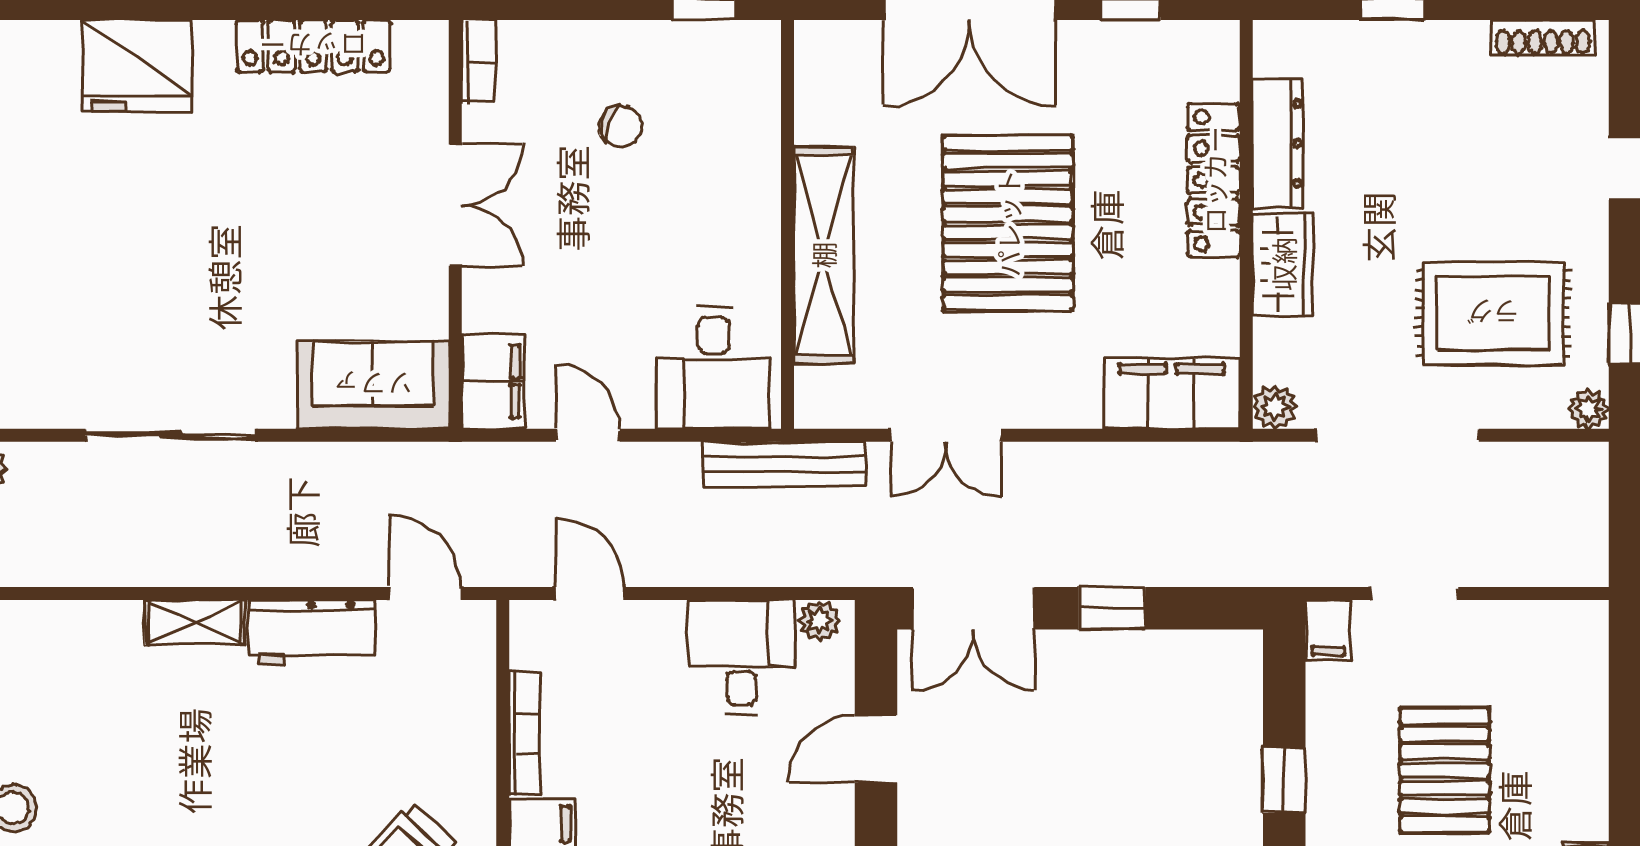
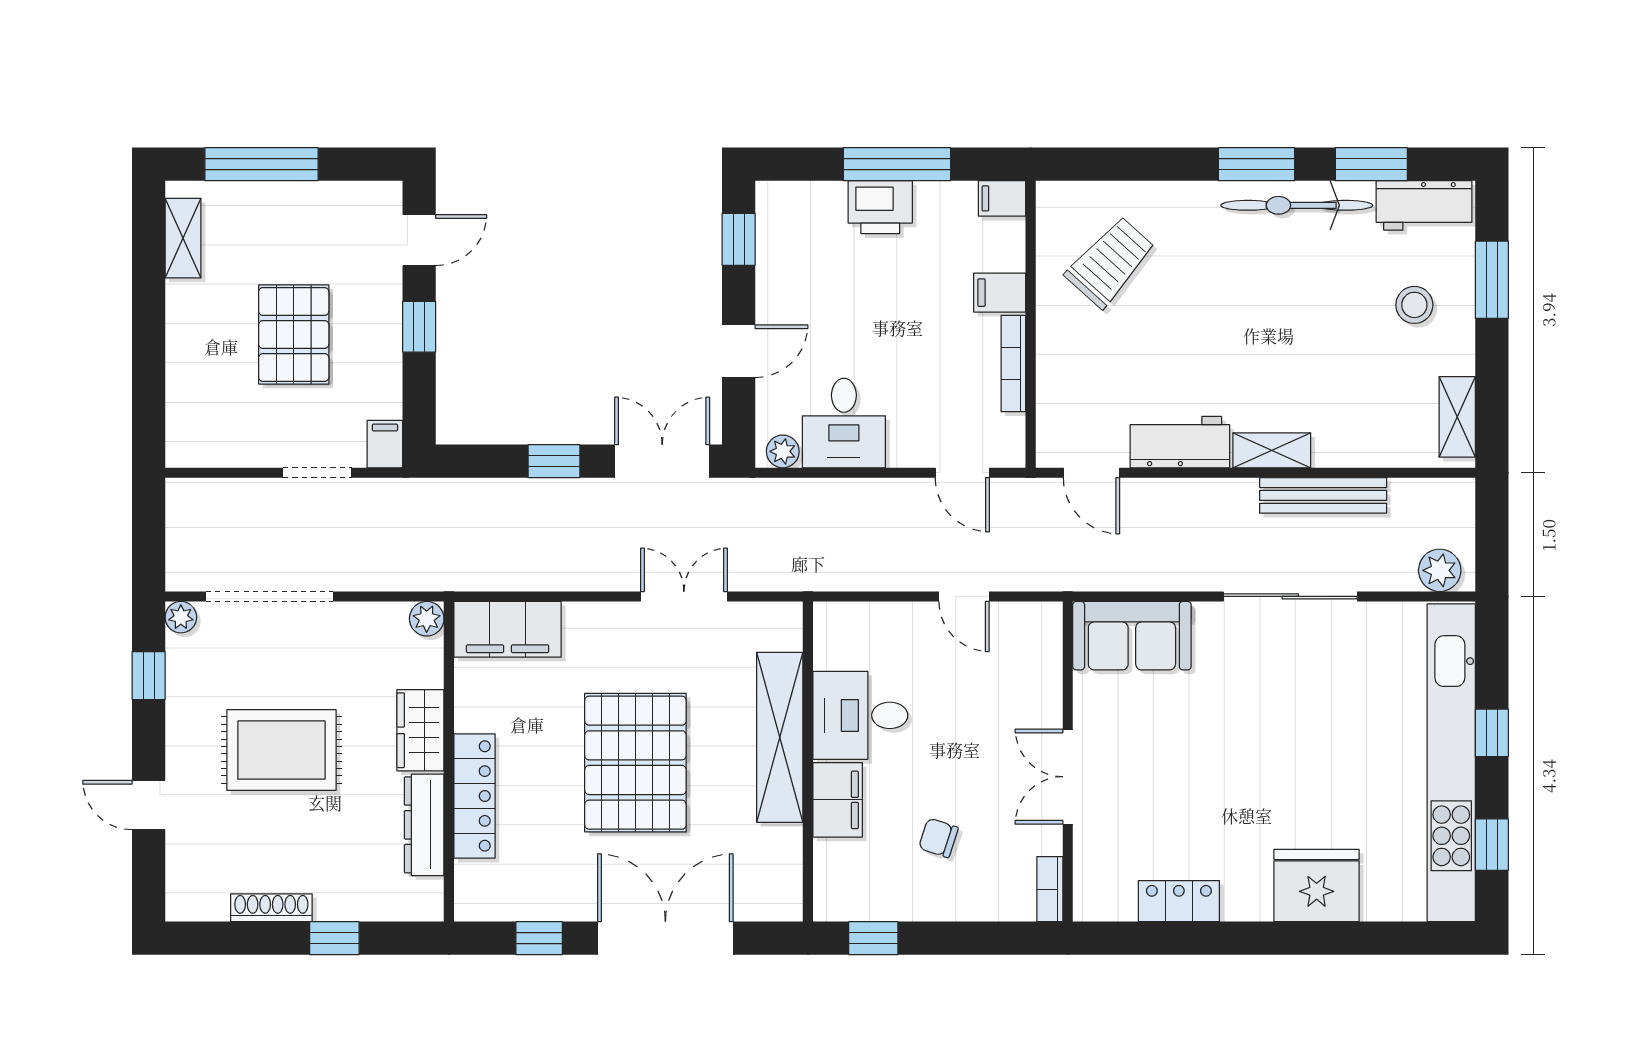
shoe rack: (1543, 38) -> (271, 908), moved
locker: (313, 46) -> (1179, 901), width x0.66
rug: (1493, 313) -> (281, 750), moved
desk: (714, 368) -> (860, 715), moved, turned -90
filing cabinet: (493, 382) -> (838, 800), moved, turned 180
doorway: (1397, 435) -> (269, 596), moved
bench: (785, 464) -> (1323, 495), moved

